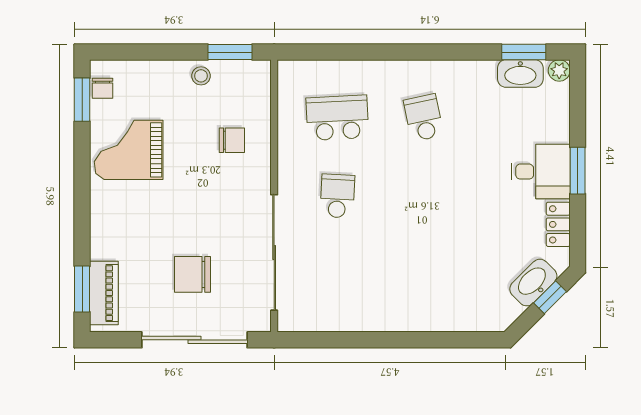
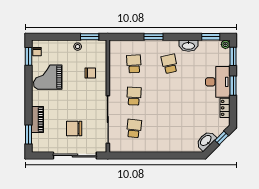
window: (385, 52) -> (153, 37), added
washbasin: (520, 73) -> (188, 46), moved
window: (578, 100) -> (233, 56), added
school desk: (337, 118) -> (134, 64), width x0.54
desk: (541, 172) -> (218, 82), width x1.37
school desk: (337, 274) -> (134, 128), added
washbasin: (533, 283) -> (206, 141), moved
piano: (104, 293) -> (38, 119), moved

